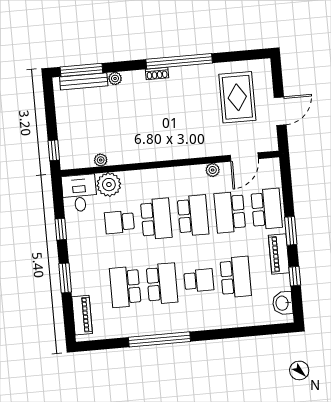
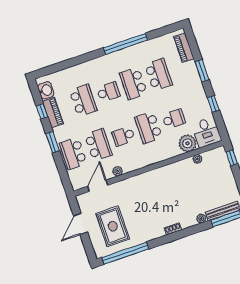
window: (179, 61) -> (125, 253), moved
school desk: (193, 215) -> (123, 136), width x0.54
piano: (279, 254) -> (53, 112), moved
school desk: (236, 277) -> (83, 100), turned 180
school desk: (199, 280) -> (108, 92), turned 180

